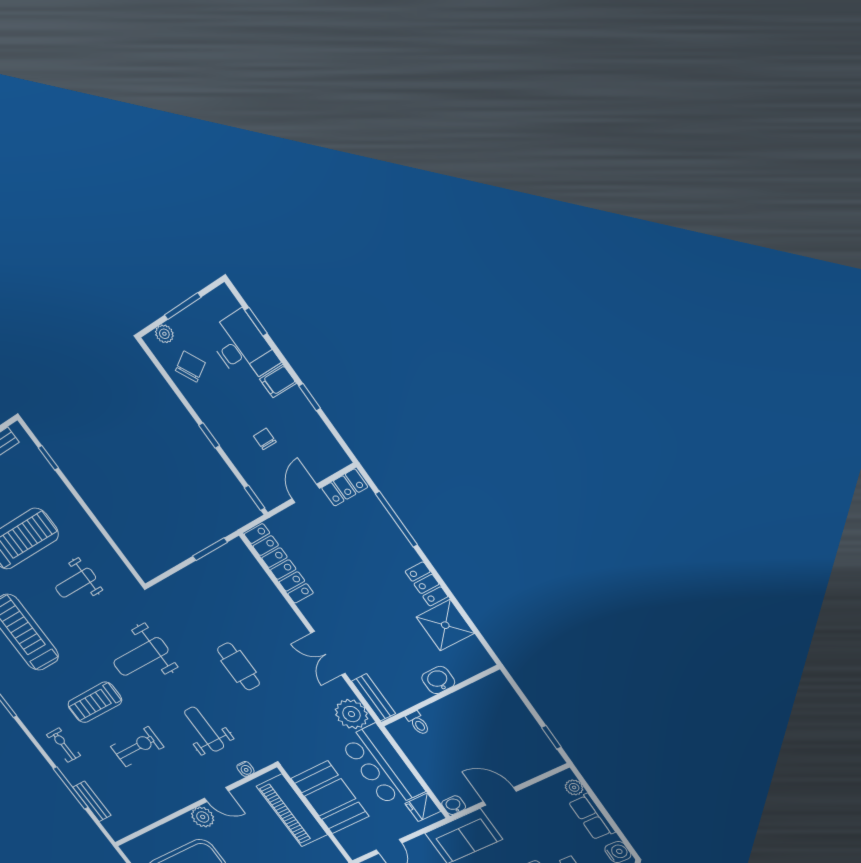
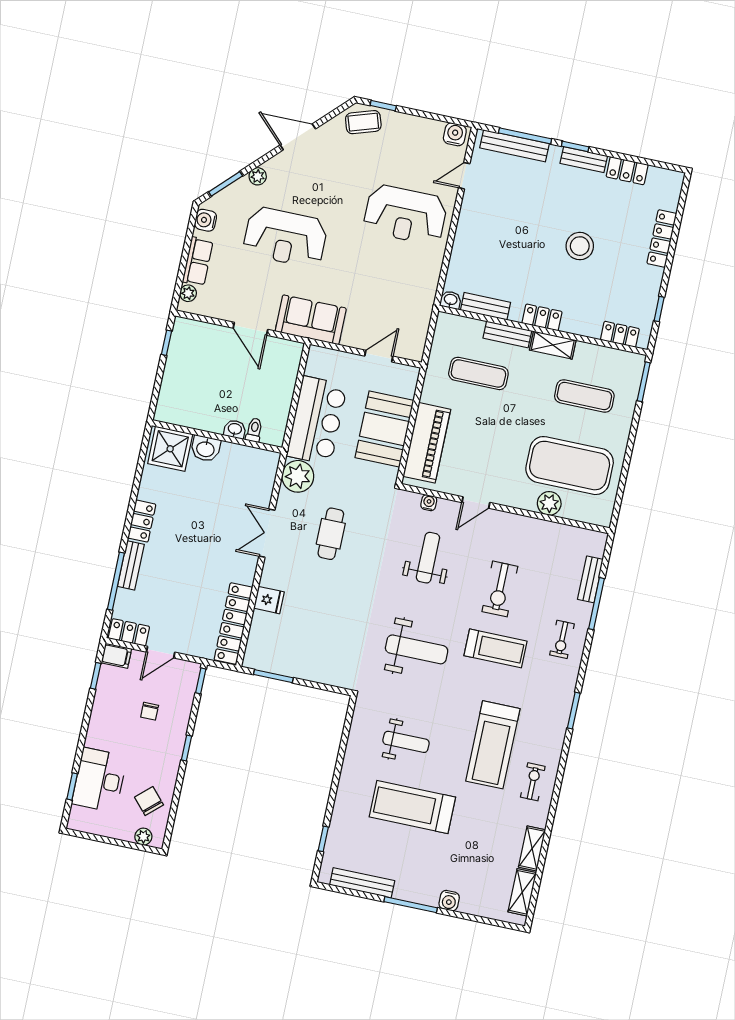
window: (183, 306) -> (111, 841), removed
chair: (190, 367) -> (149, 801), turned 77
filing cabinet: (278, 381) -> (116, 656), moved
window: (310, 397) -> (96, 676), moved
shower: (445, 625) -> (170, 449), moved
double door: (328, 653) -> (267, 533), swing flipped
cafe table: (238, 666) -> (331, 534), moved
bench: (373, 697) -> (131, 565), moved
weight bench: (204, 729) -> (428, 558), turned 180
exercise bike: (137, 747) -> (500, 589), turned -90
door: (216, 795) -> (476, 502), swing flipped
washbasin: (454, 805) -> (235, 429), moved, turned 180
fridge: (423, 807) -> (269, 600), moved
plant: (203, 817) -> (549, 503), moved

